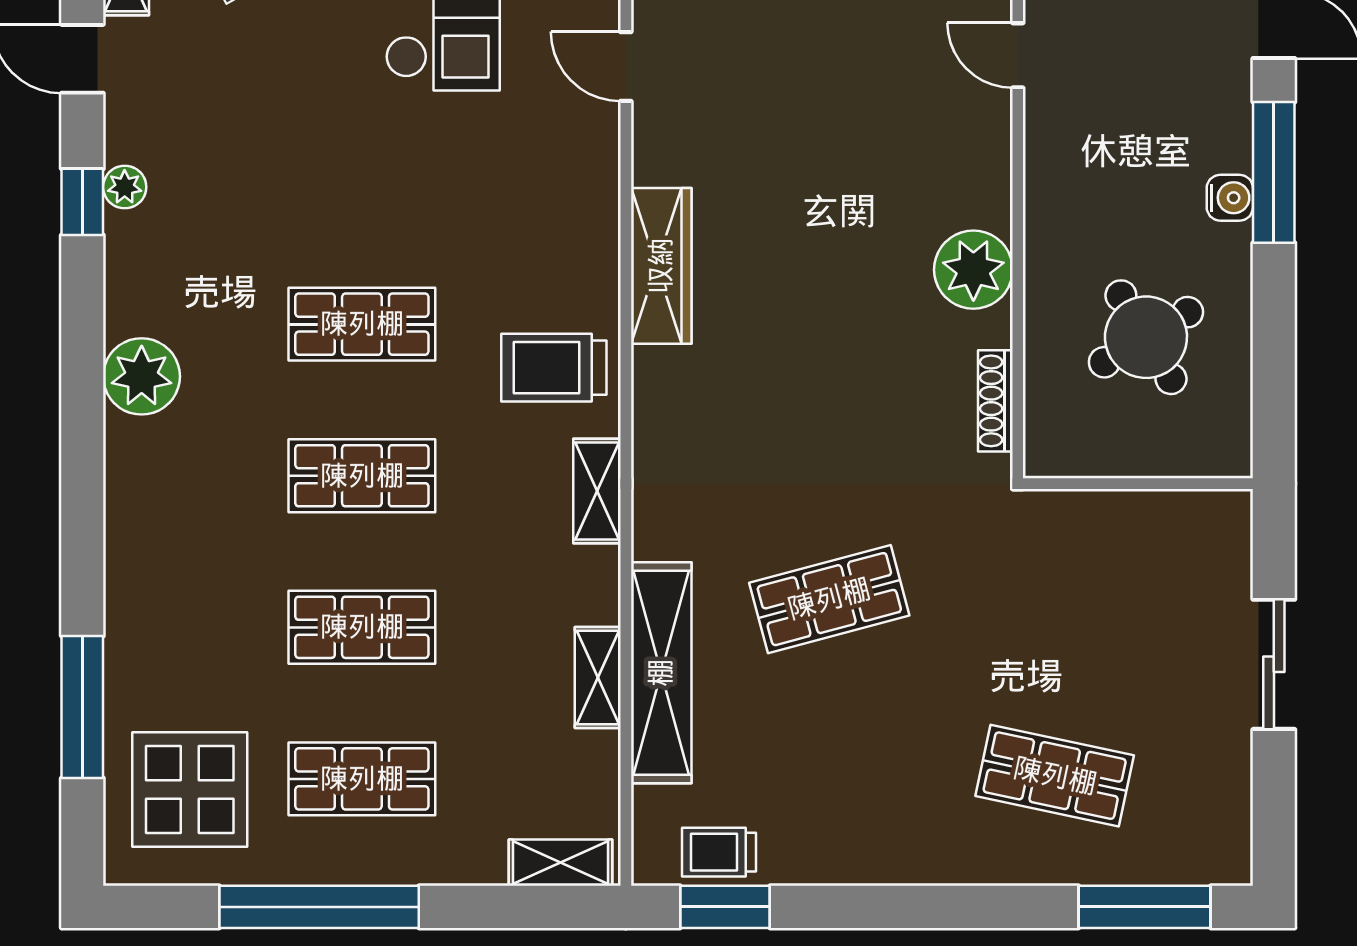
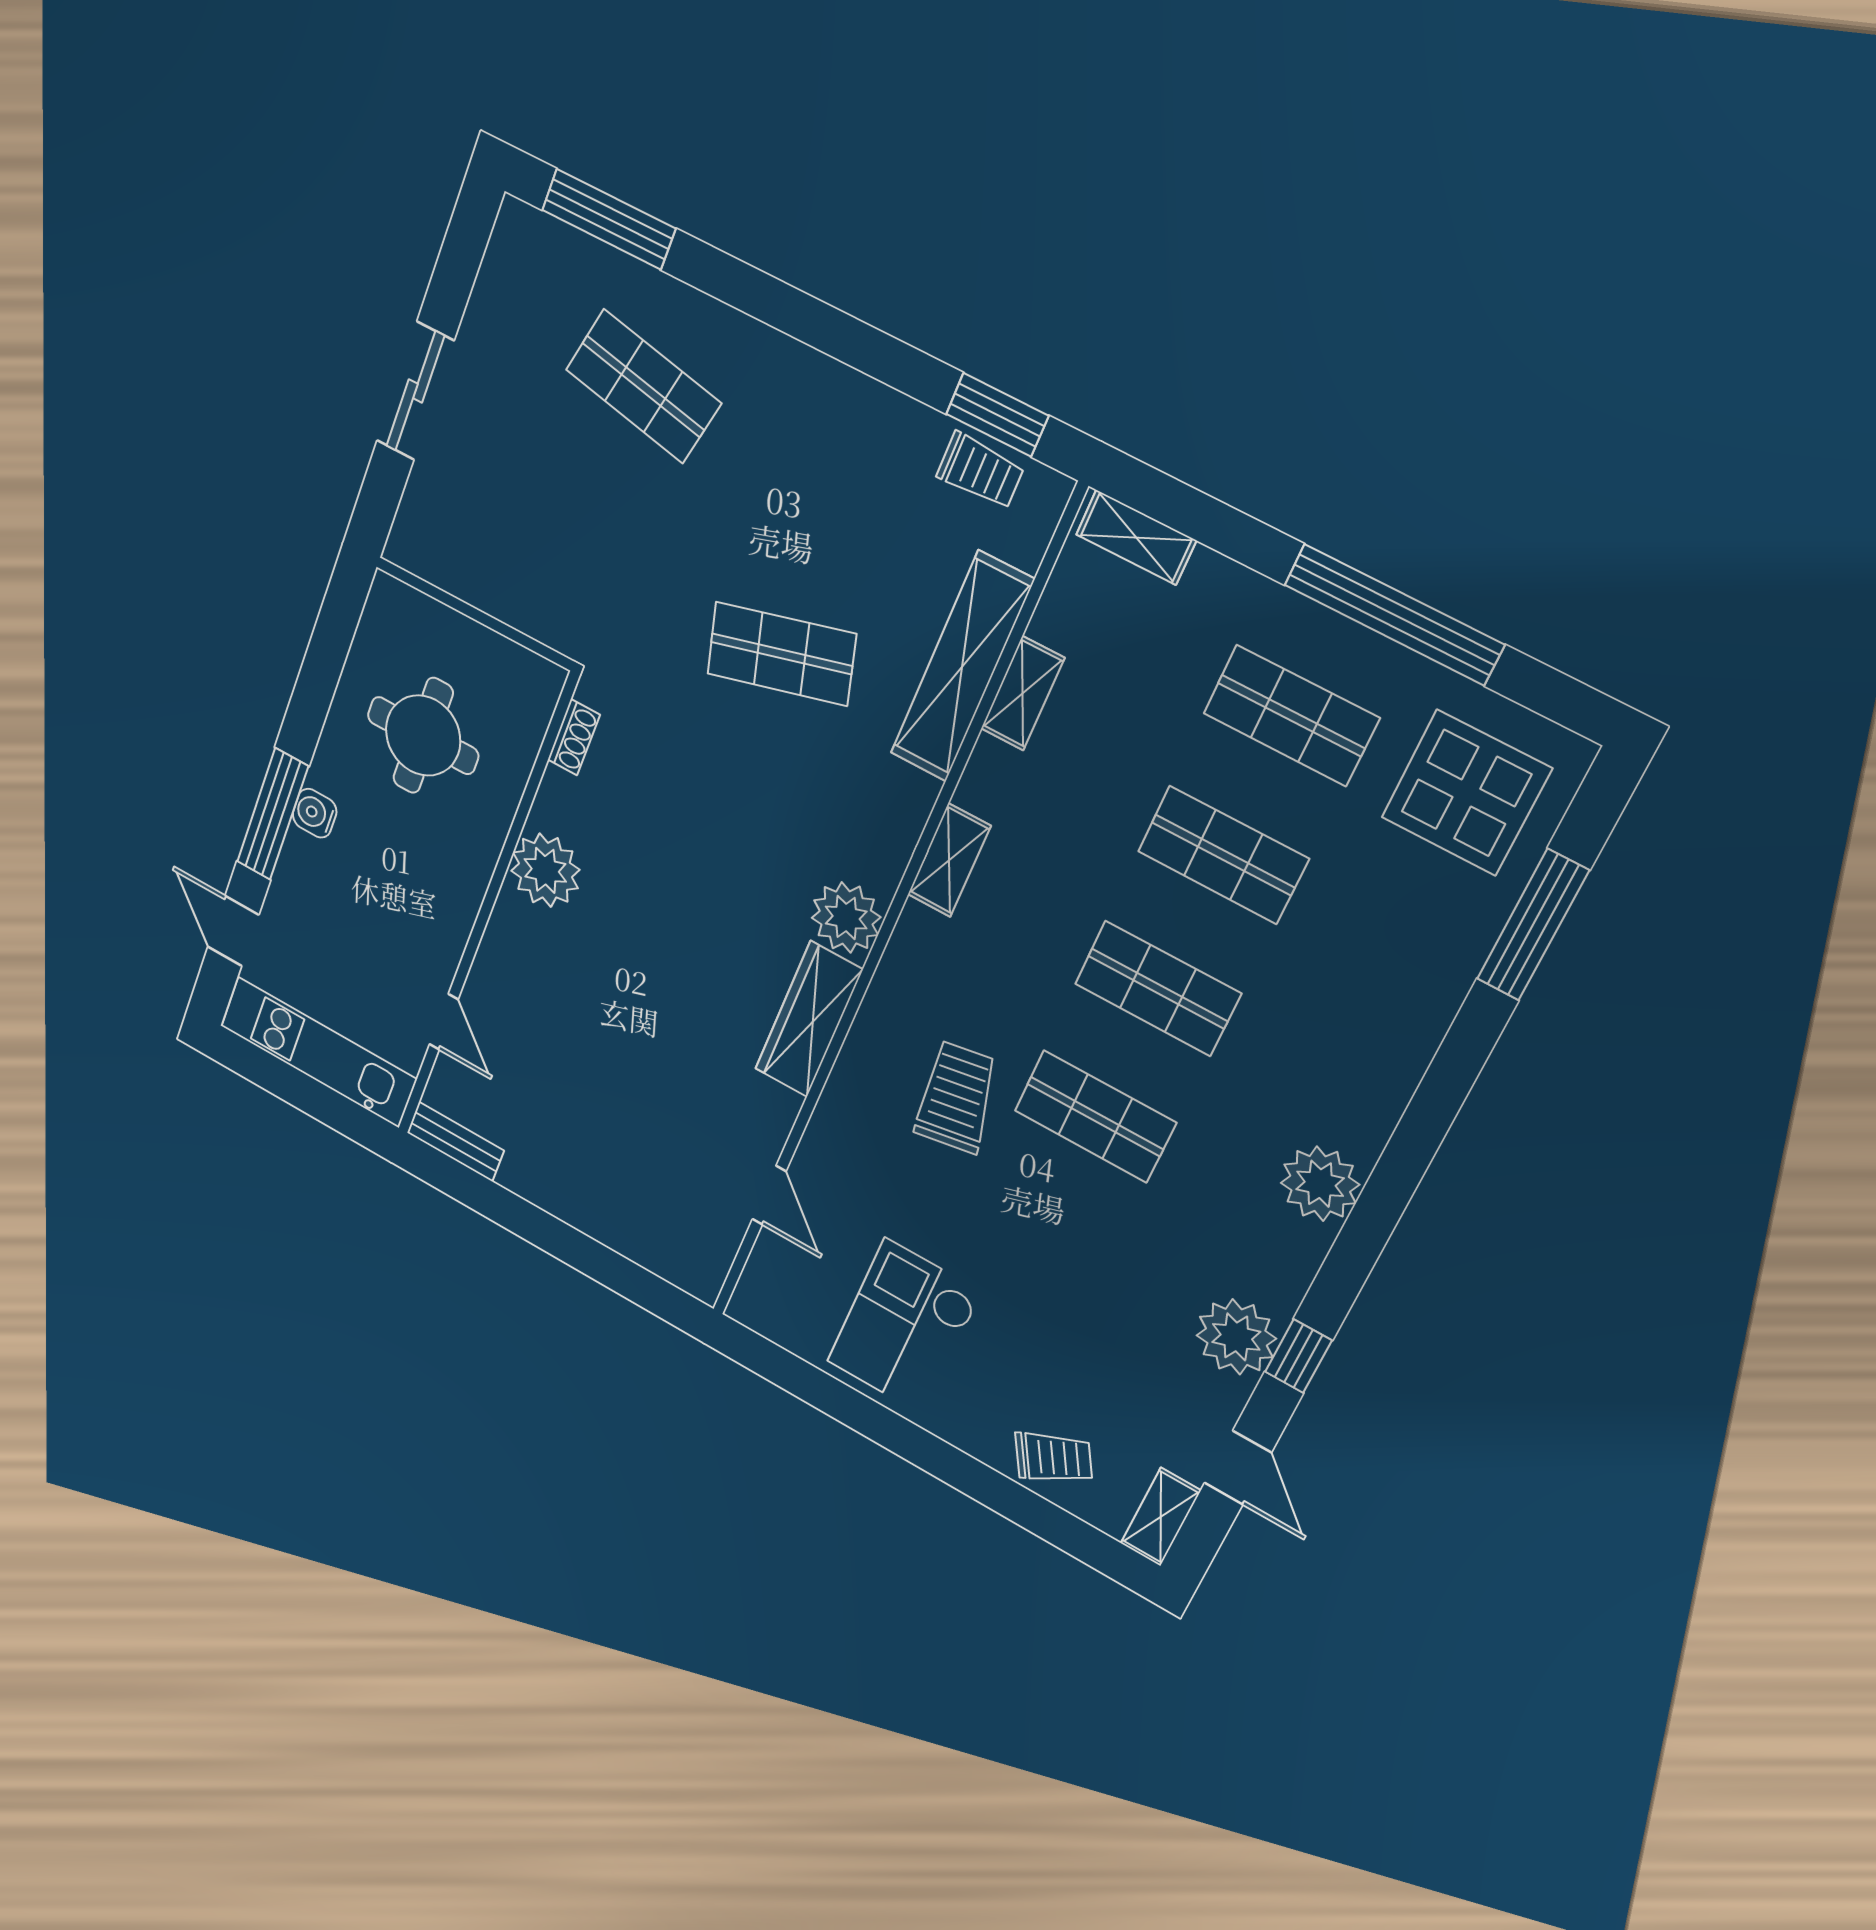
plant: (125, 187) -> (1236, 1337), width x1.87, depth x1.87
round table: (1146, 337) -> (423, 736), turned 31
trolley: (554, 368) -> (956, 1097), moved, turned -100
plant: (668, 385) -> (846, 918), added
shoe rack: (995, 401) -> (574, 737), width x0.70

